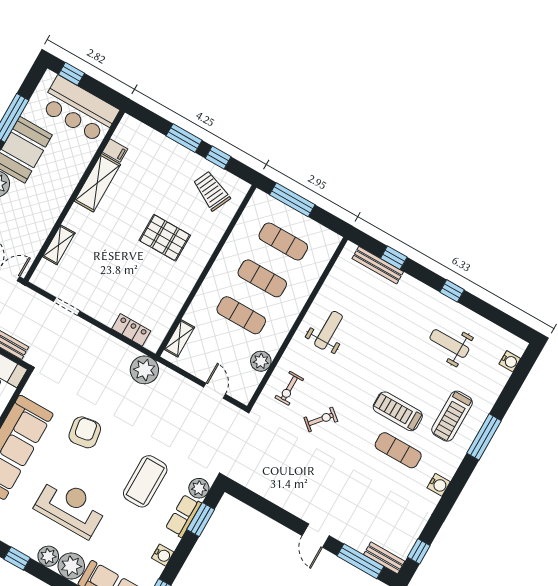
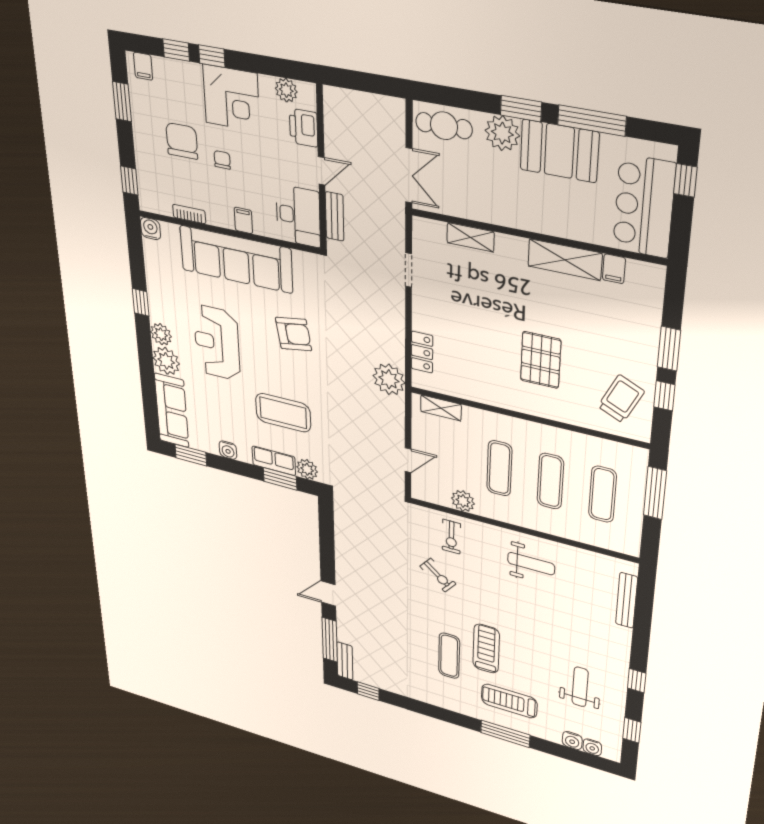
window: (394, 258) -> (632, 730), moved
exercise bike: (289, 388) -> (451, 537), turned -90
water cooler: (439, 485) -> (572, 740), moved
reception desk: (71, 507) -> (217, 343), turned 180

